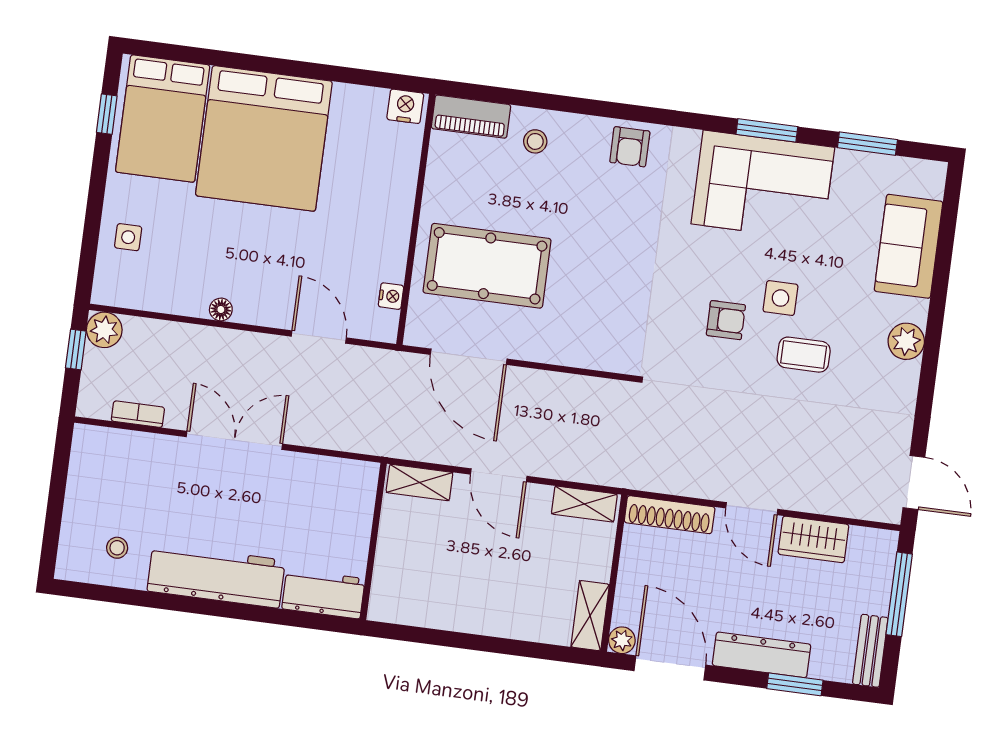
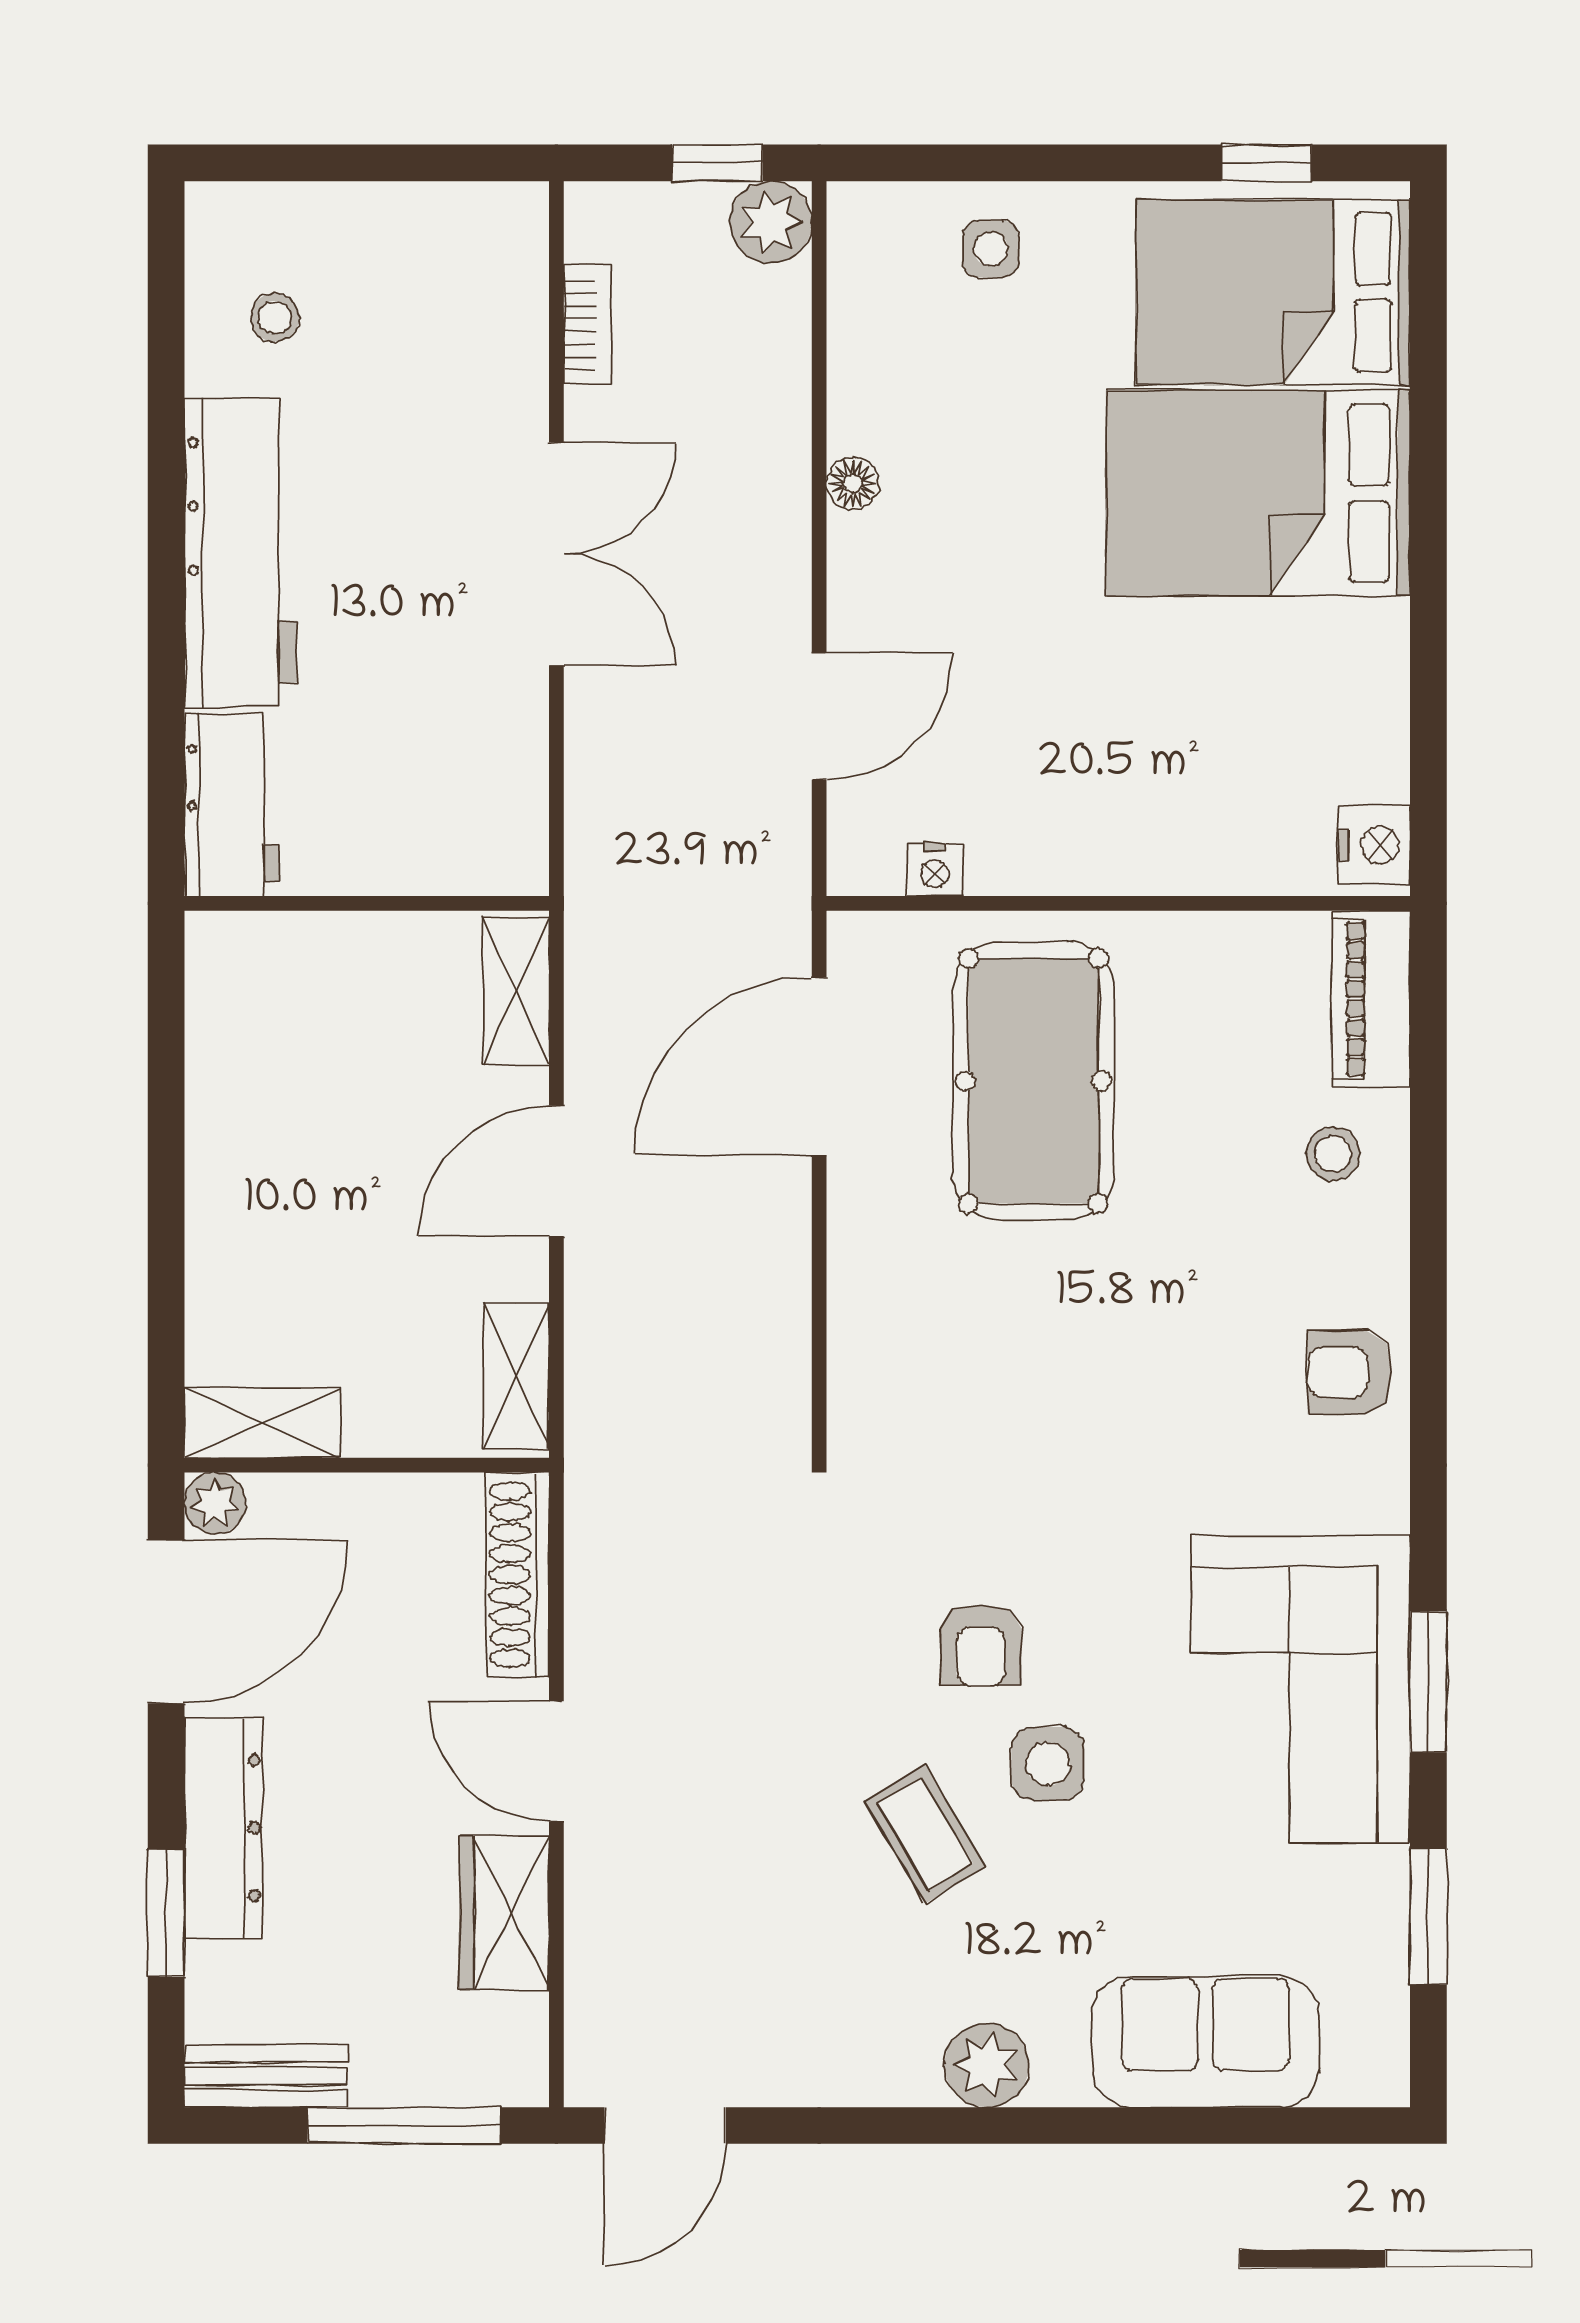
bed: (264, 138) -> (1258, 493), width x0.73
coffee table: (804, 355) -> (925, 1834), turned -31
door: (752, 509) -> (556, 1761), hinge flipped

